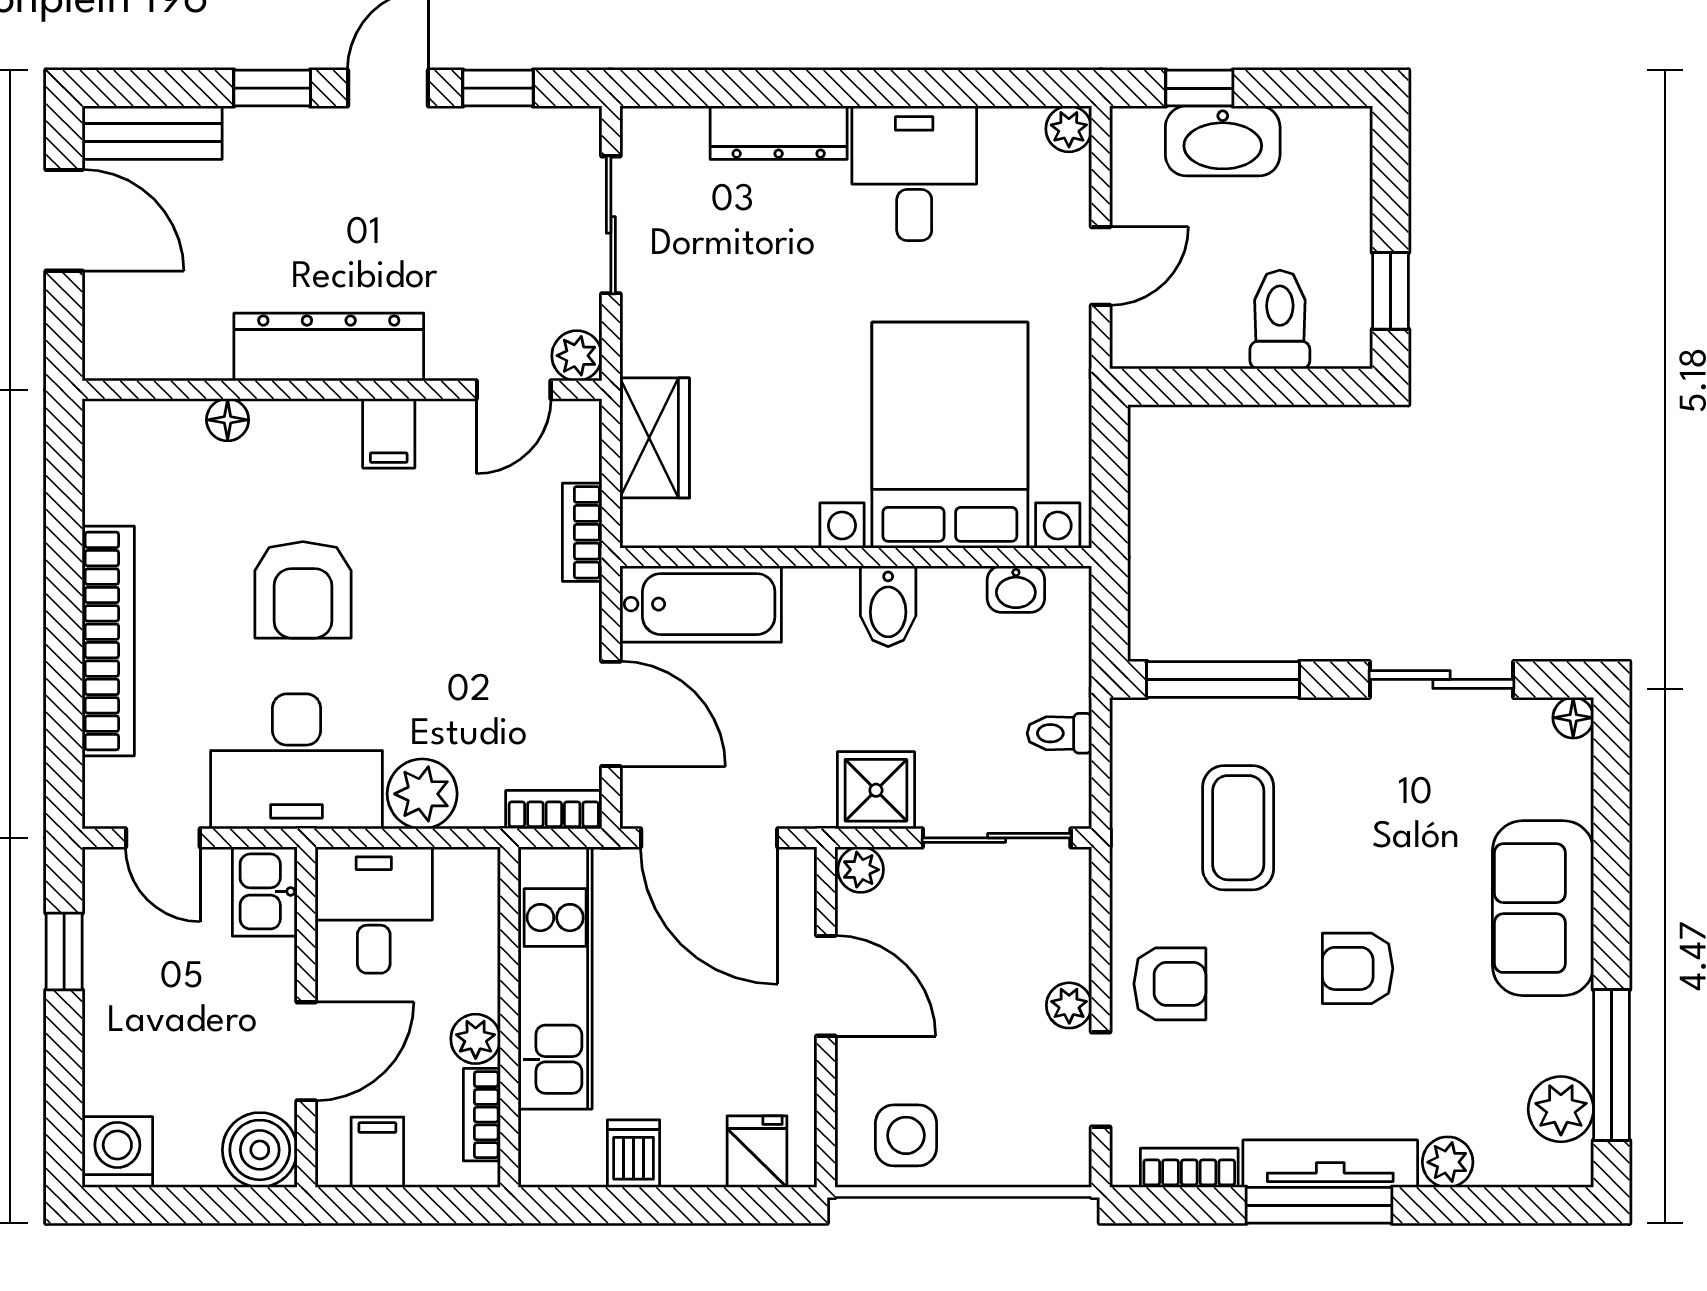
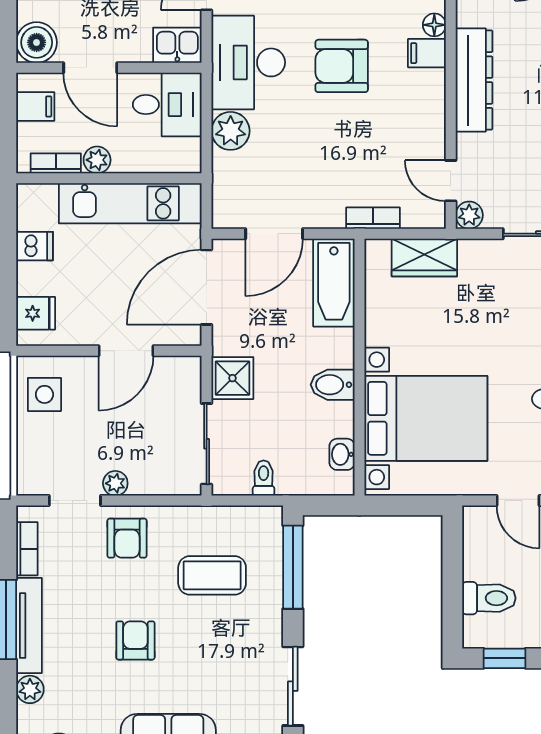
filing cabinet: (389, 433) -> (427, 53), moved
bookcase: (554, 810) -> (222, 203), removed
plant: (861, 870) -> (189, 370), removed

